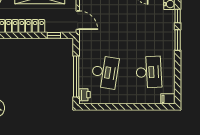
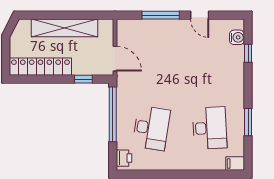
window: (178, 40) -> (248, 122), moved
window: (76, 77) -> (113, 114), moved

